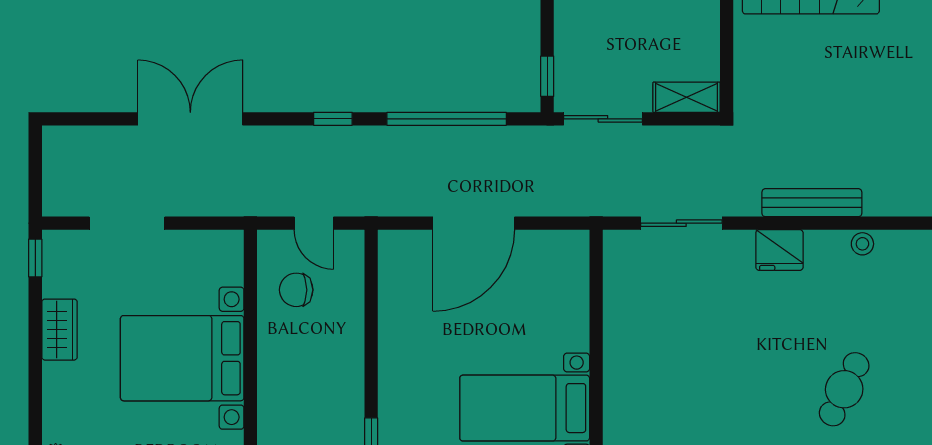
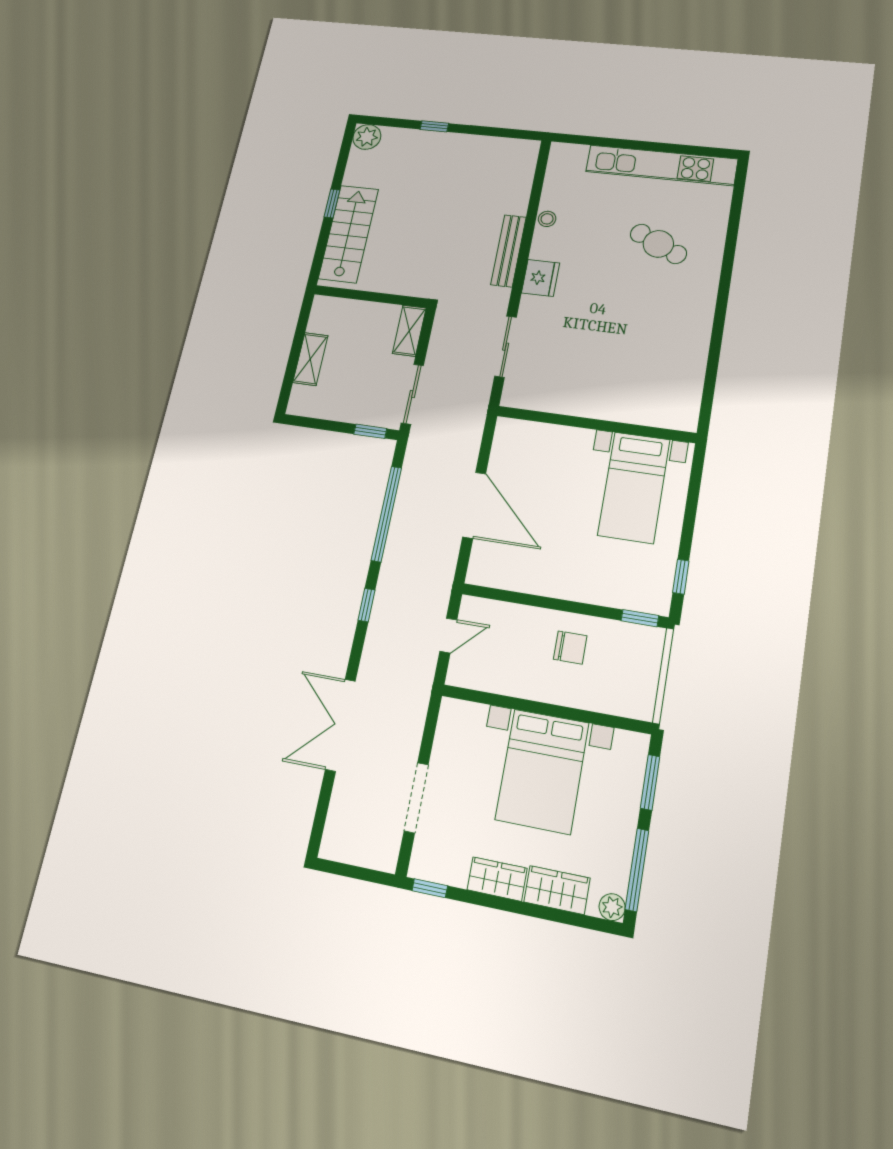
chair: (296, 290) -> (570, 647), moved, turned -90
wardrobe: (61, 396) -> (557, 890), added

